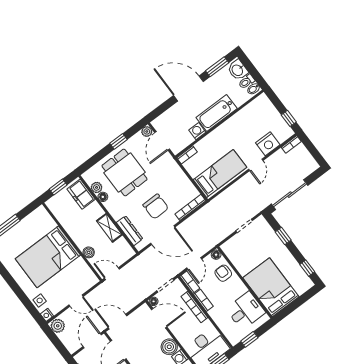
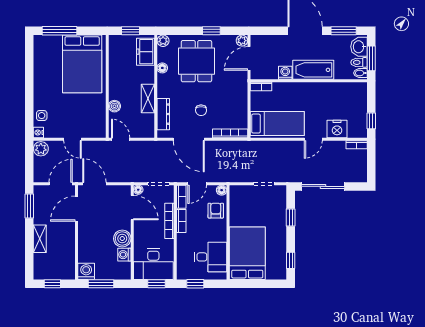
window: (253, 72) -> (371, 58), added
plant: (97, 187) -> (163, 41), moved
chair: (156, 207) -> (201, 110), width x0.54, depth x0.54
bed: (48, 257) -> (82, 64), moved, turned -90

